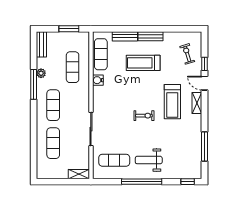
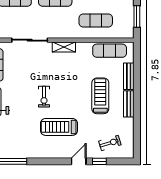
water cooler: (98, 80) -> (82, 48), removed
shelving: (197, 103) -> (64, 47), moved

